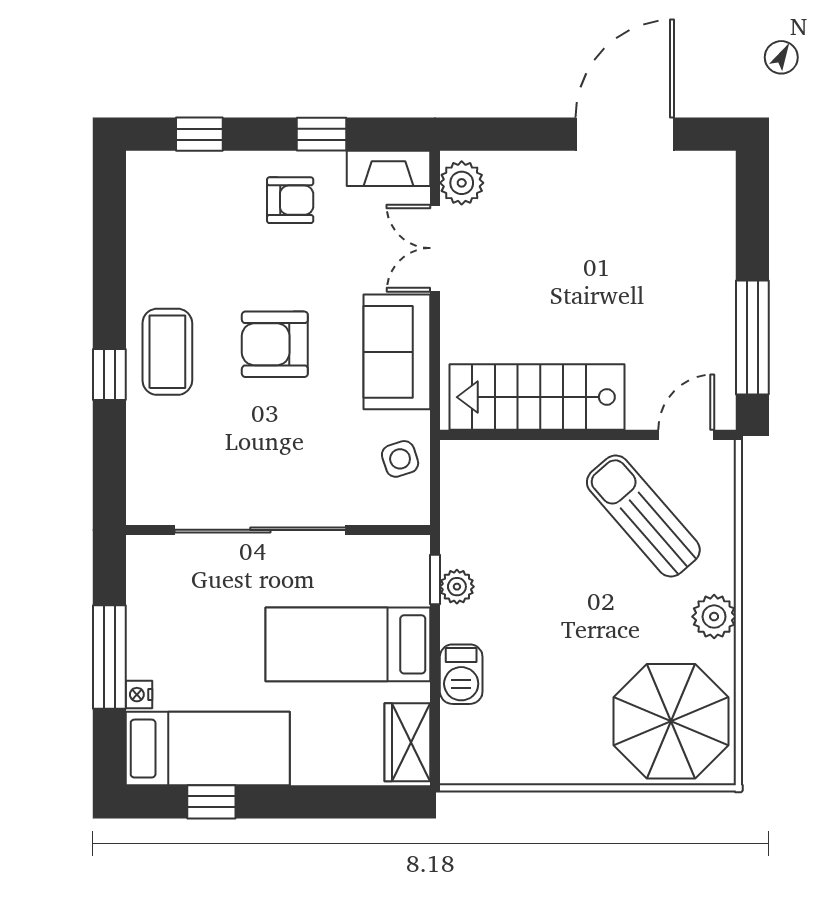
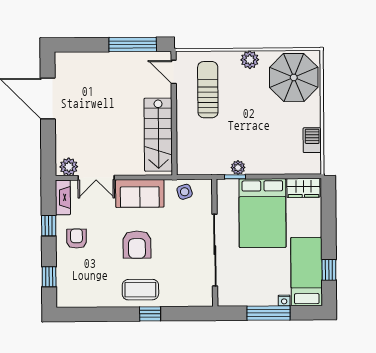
sun lounger: (643, 516) -> (208, 90), turned 131
bed: (348, 644) -> (262, 213), width x1.50
barbecue: (461, 674) -> (312, 140), moved, turned -90

